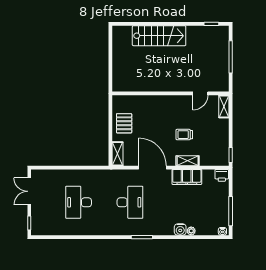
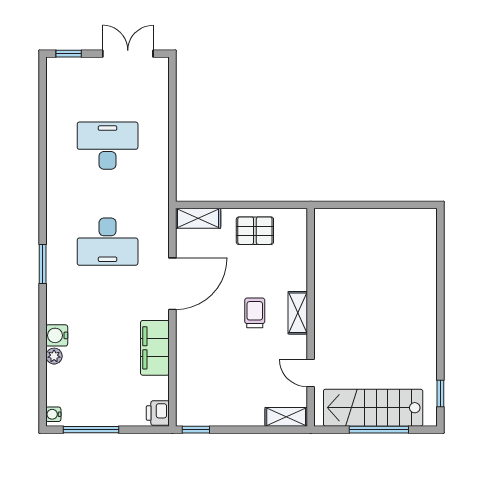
stairs: (159, 36) -> (373, 408), moved, turned 90
trolley: (184, 135) -> (255, 313), moved
shelving: (188, 161) -> (298, 313), moved

